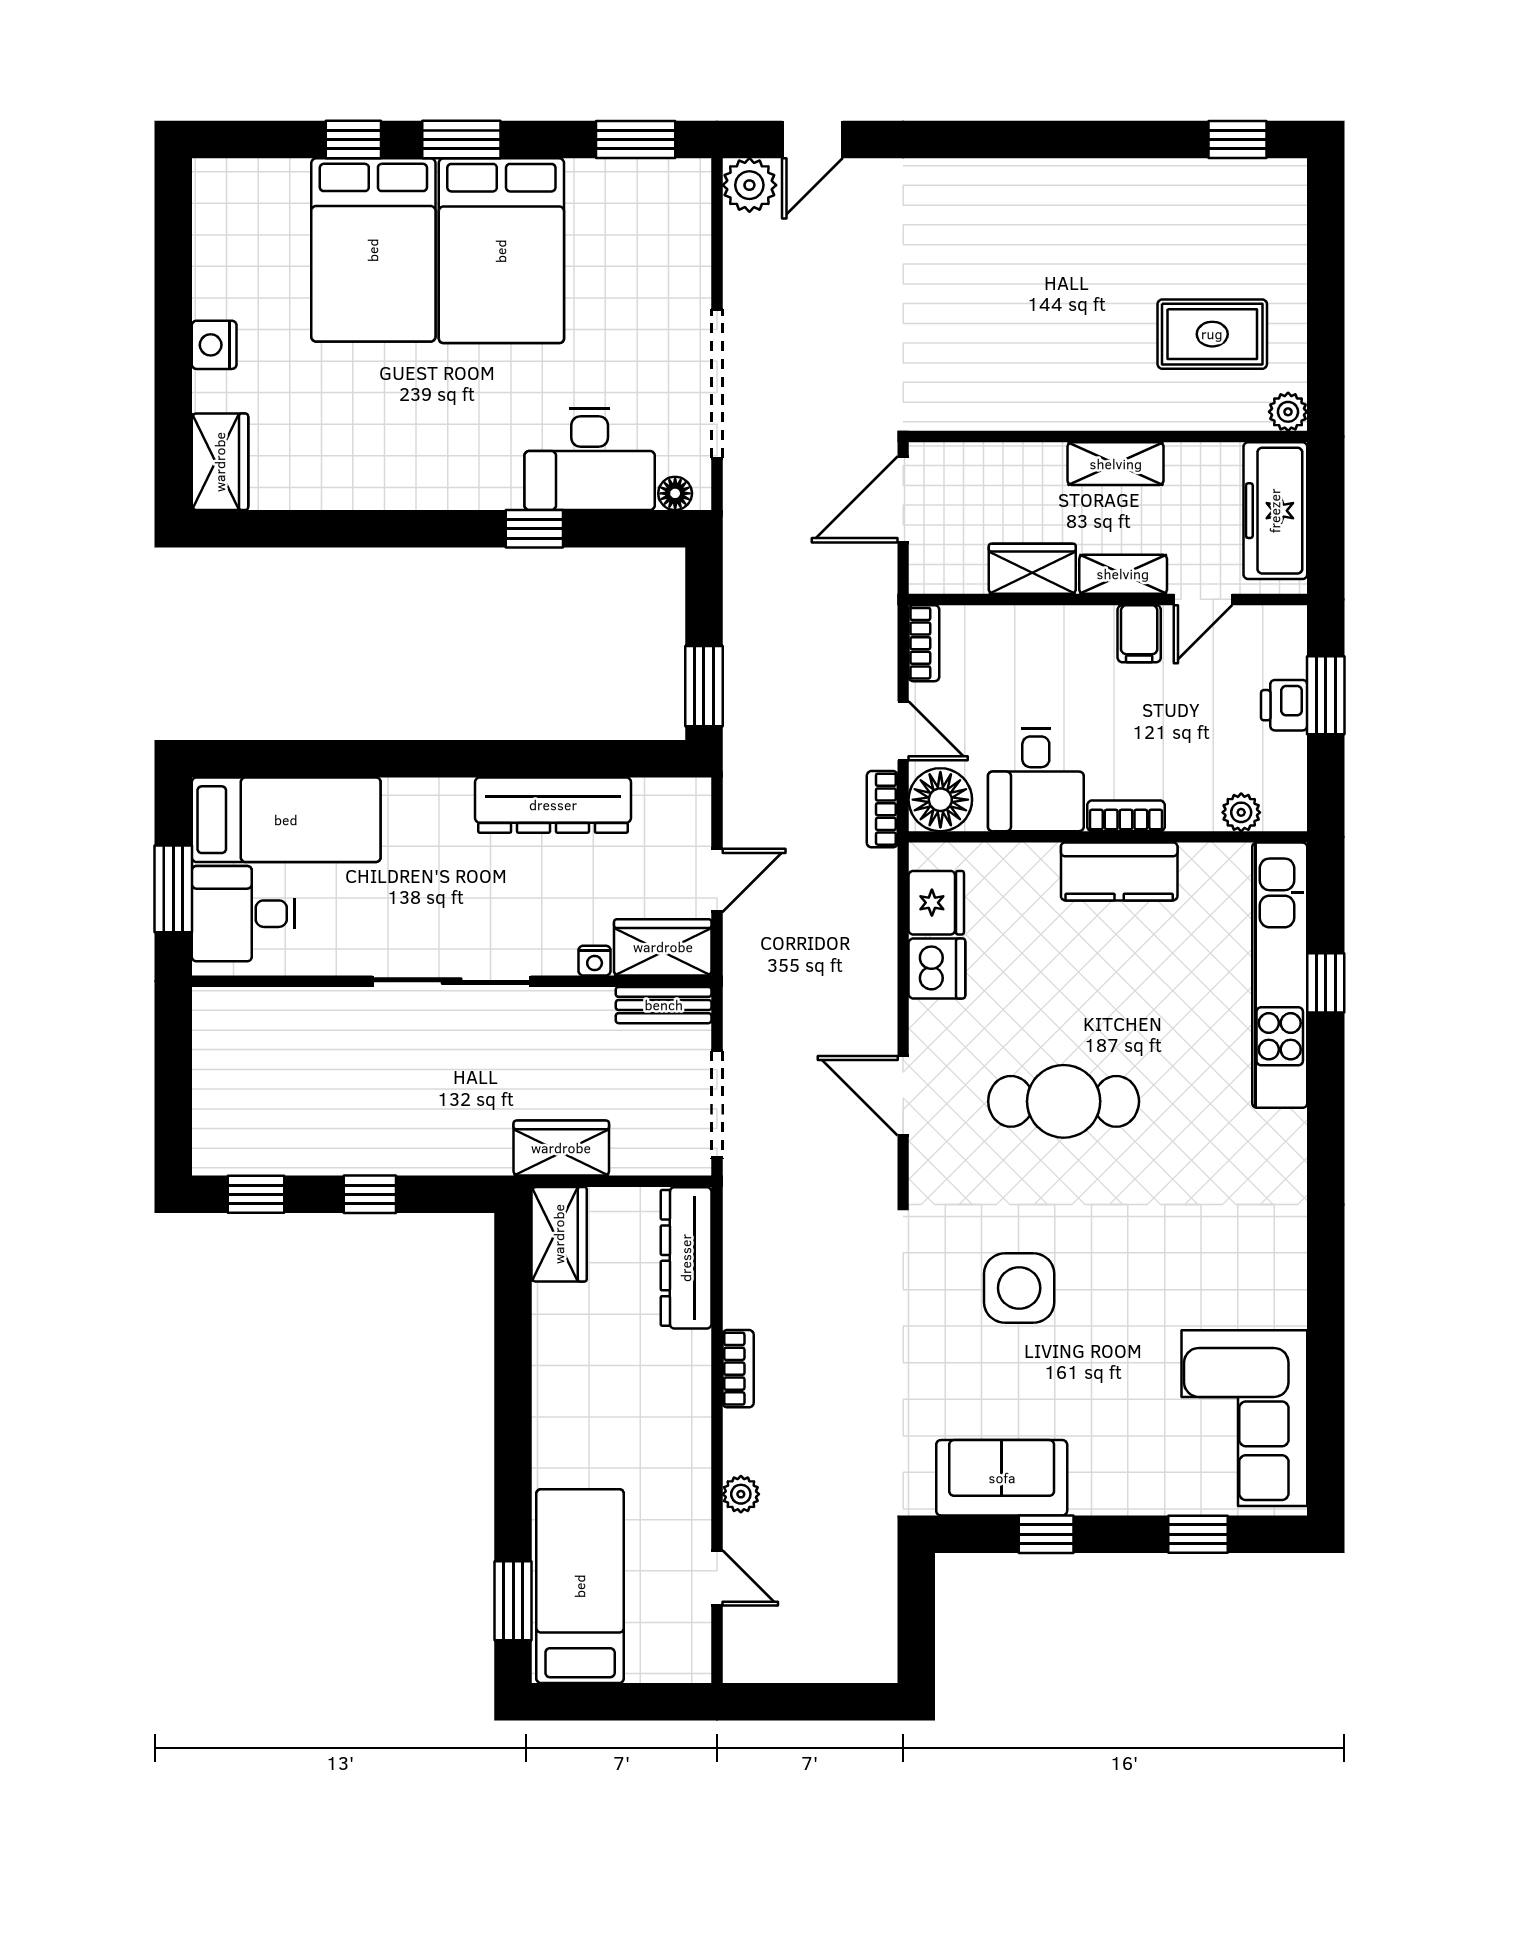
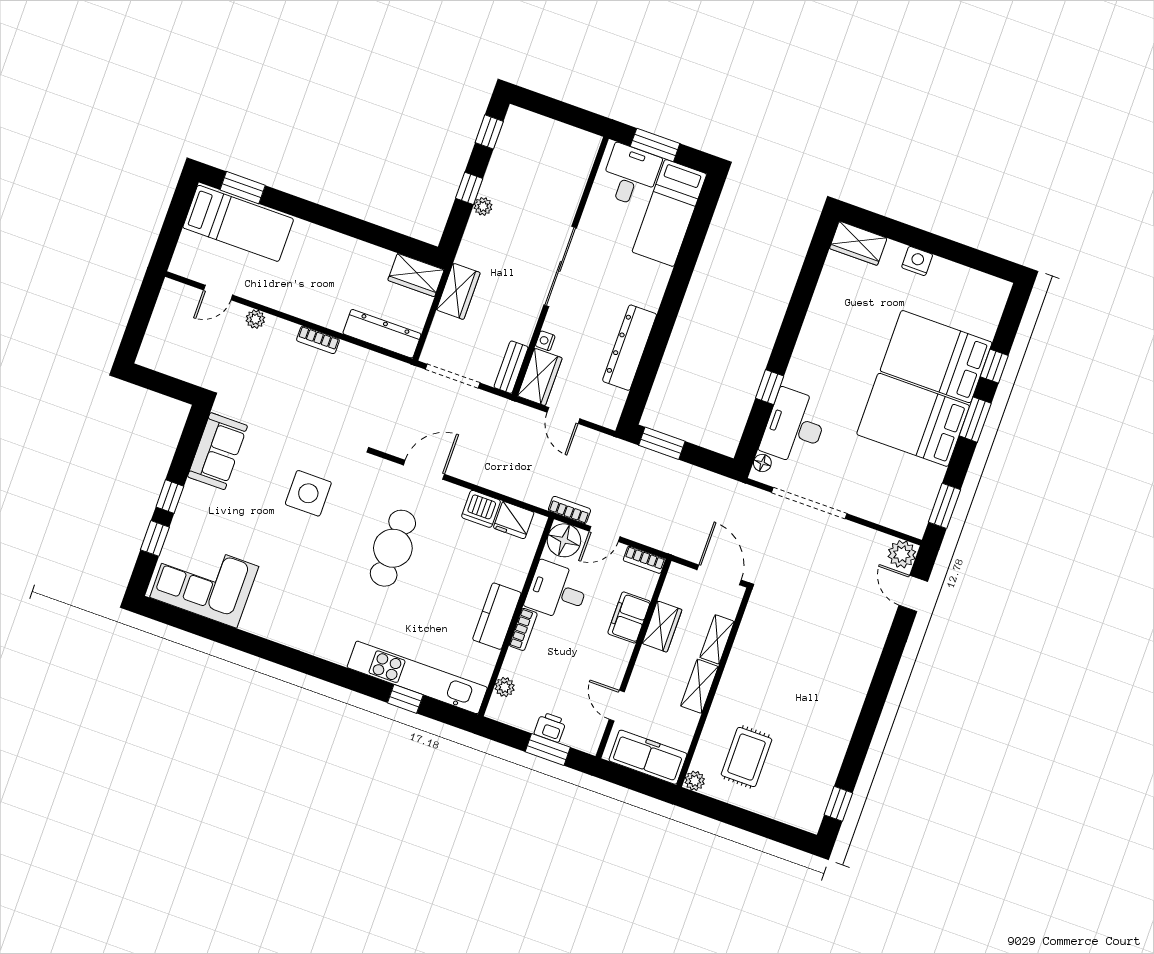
shelving: (1123, 574) -> (717, 639), moved
filing cabinet: (1139, 634) -> (629, 617), moved, width x2.00
plant: (393, 1158) -> (483, 206), added
window: (1046, 1534) -> (170, 497), moved

